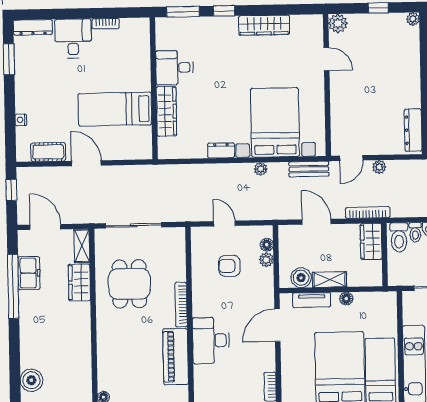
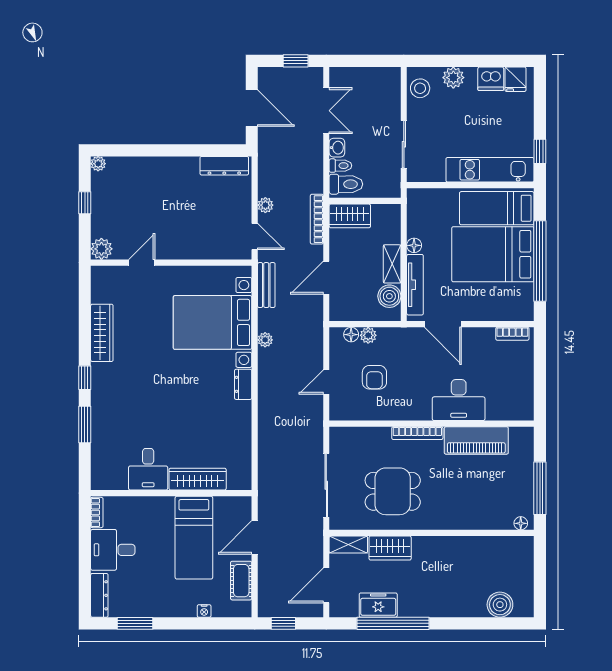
desk: (174, 68) -> (148, 469), moved
wall: (154, 88) -> (171, 493), moved
bed: (115, 109) -> (194, 538), moved
wardrobe: (167, 111) -> (198, 479), moved
tv unit: (312, 300) -> (415, 285), width x1.41

